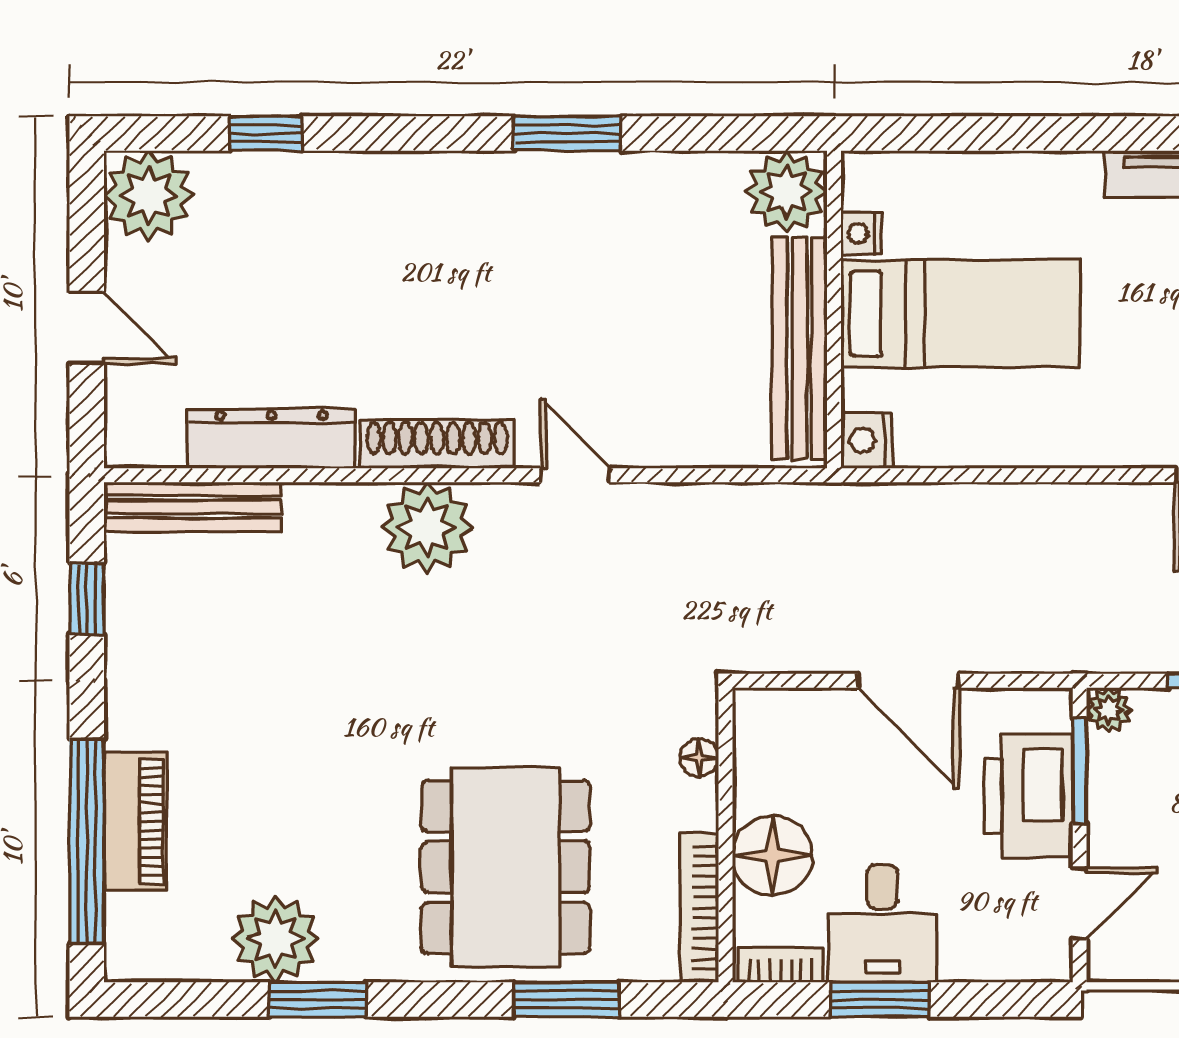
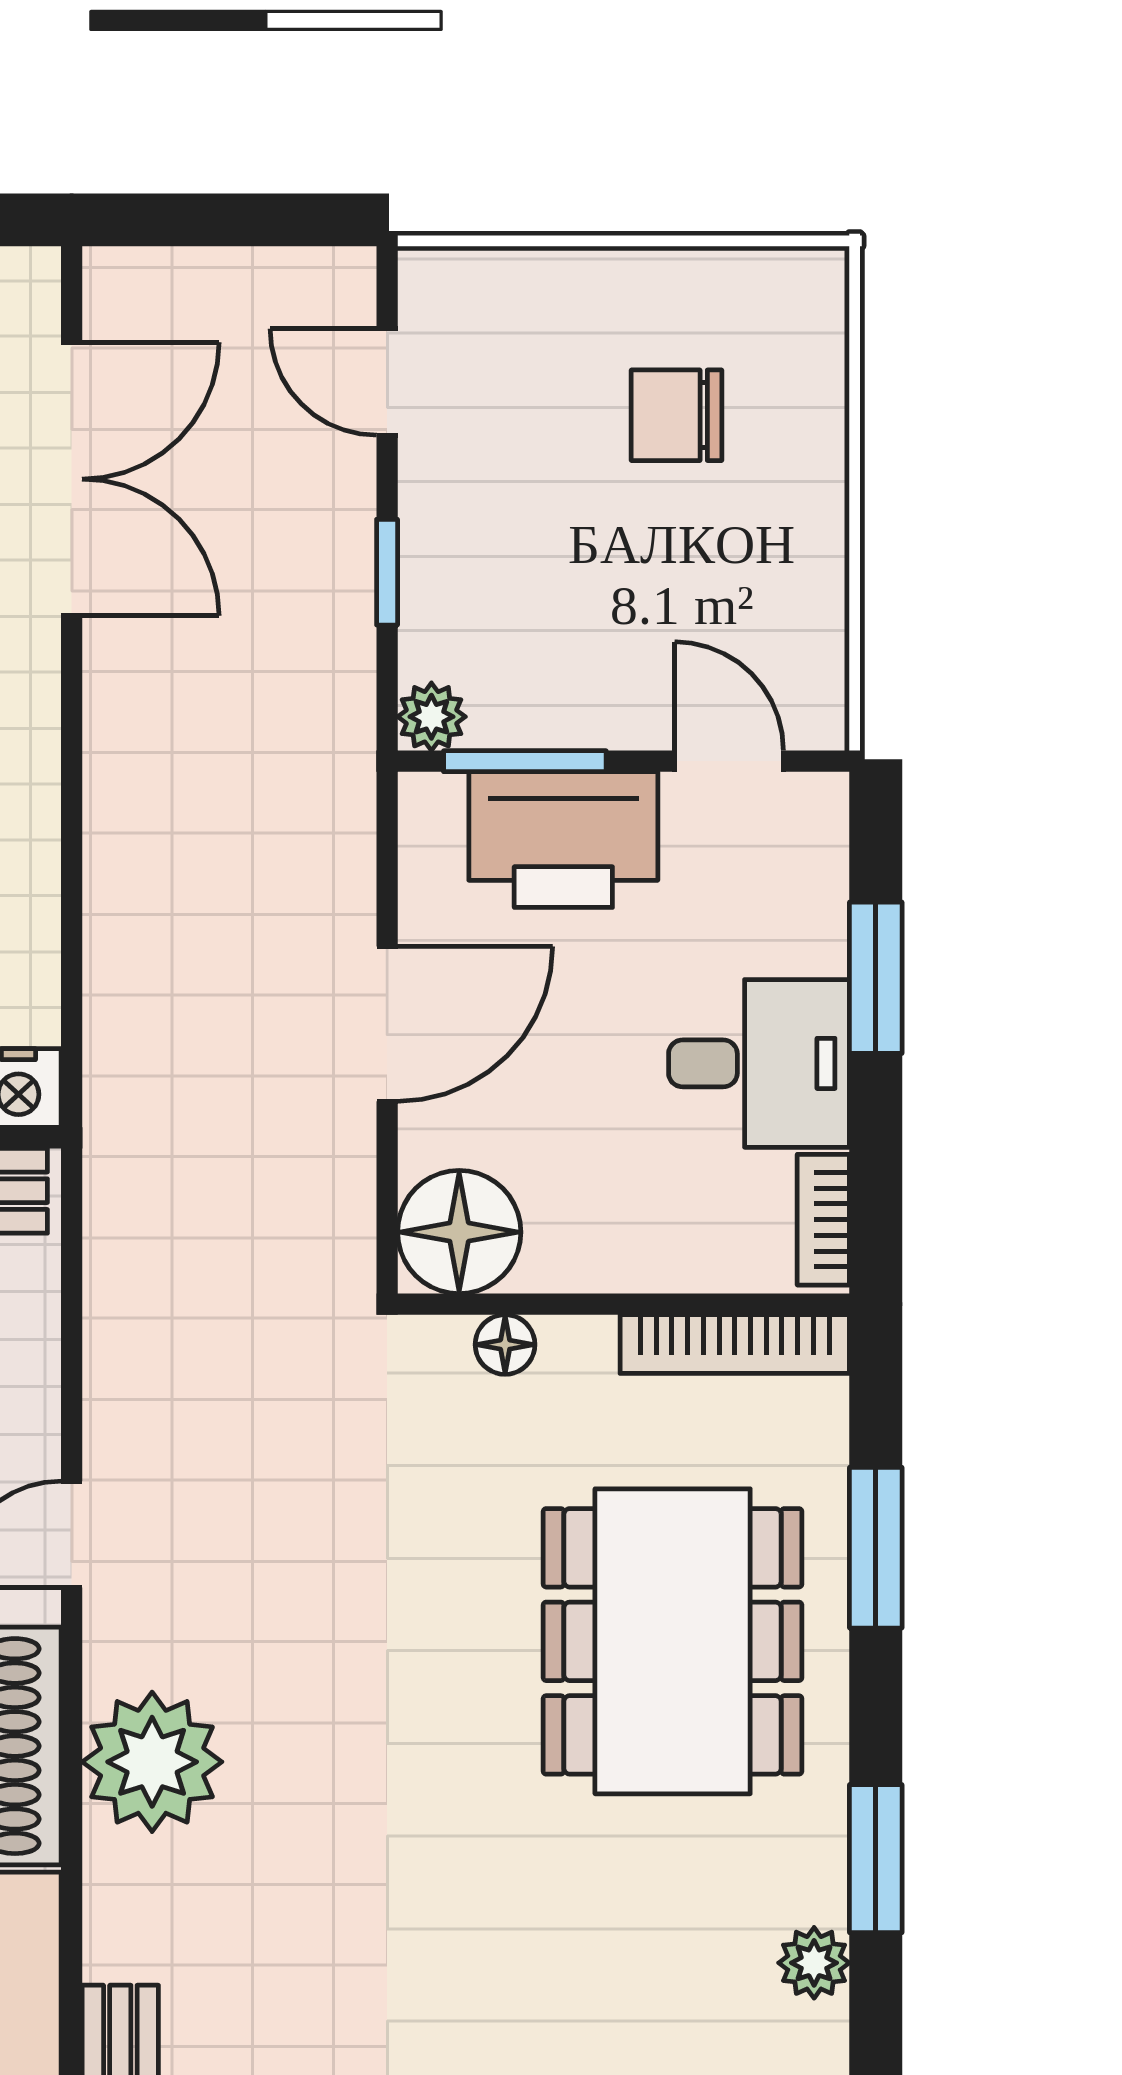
floor lamp: (773, 855) -> (459, 1232), moved
dining table: (506, 867) -> (673, 1641), turned 90
plant: (276, 939) -> (814, 1963), width x0.53, depth x0.53
window: (317, 1000) -> (876, 1859), moved
window: (880, 1000) -> (876, 978), moved

